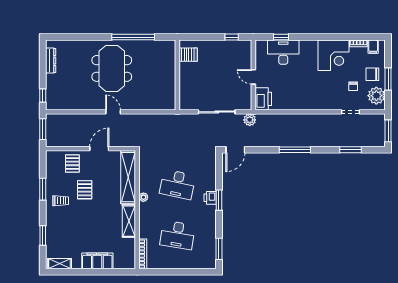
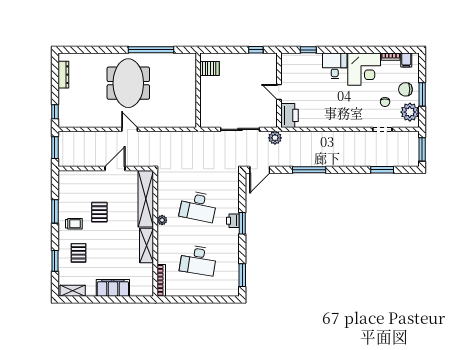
desk: (283, 52) -> (335, 66), moved, width x0.73
window: (295, 150) -> (309, 170), moved
pallet: (72, 163) -> (79, 253), moved

